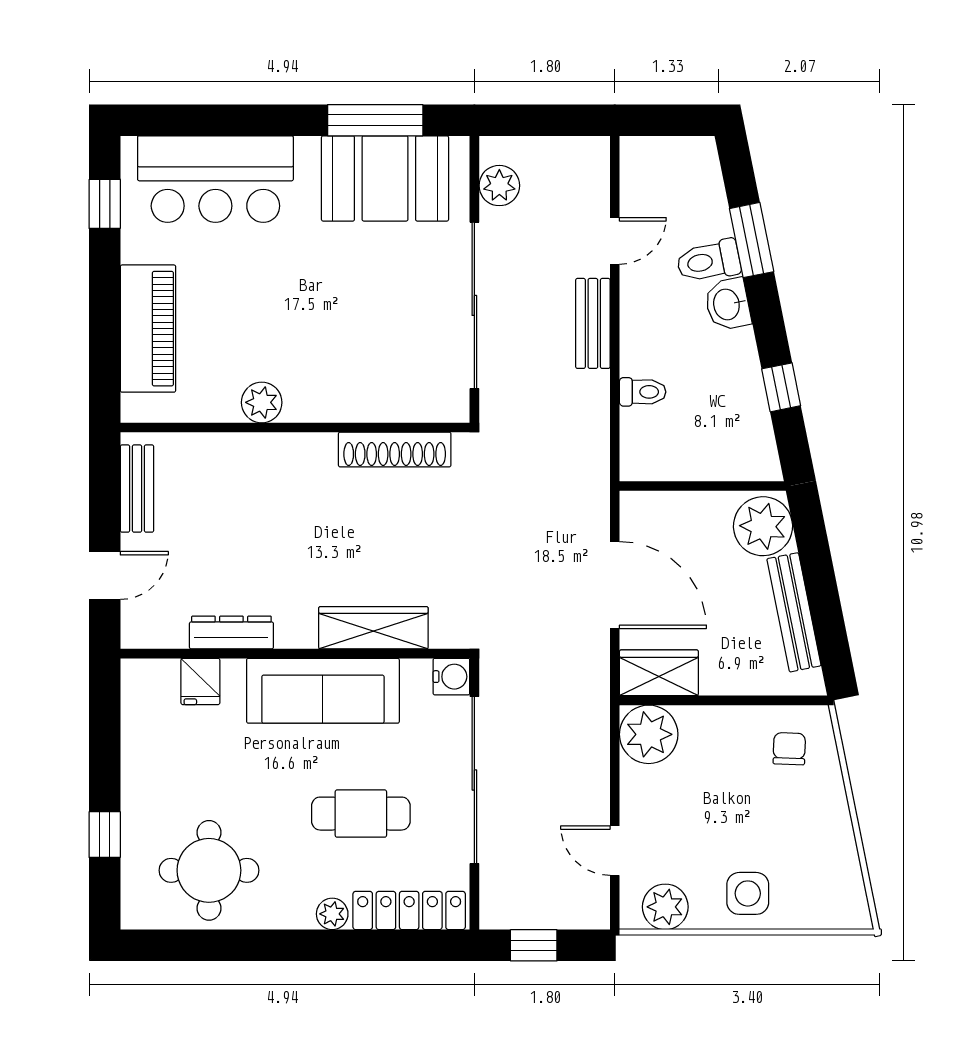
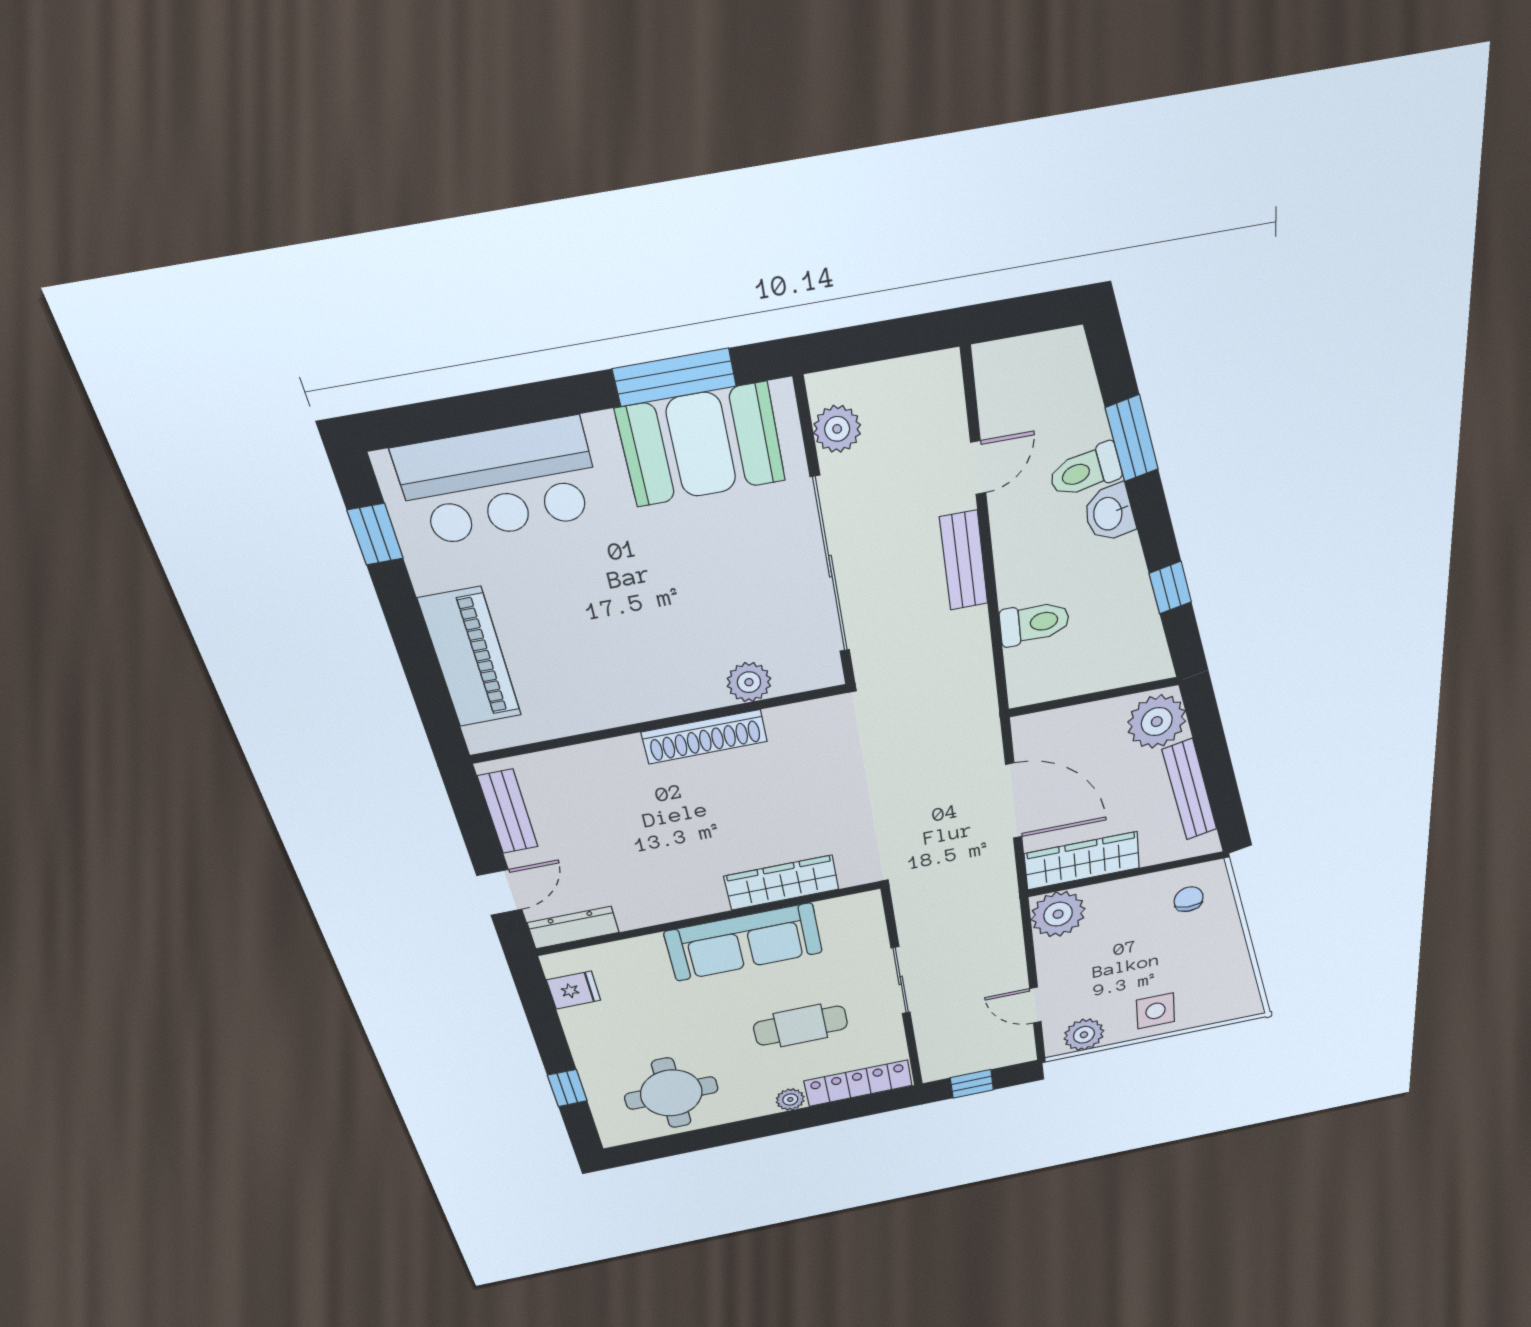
toilet: (643, 392) -> (1034, 623), width x1.37, depth x1.39
plant: (262, 402) -> (749, 682), moved
shoe rack: (395, 449) -> (704, 737), moved
dresser: (231, 632) -> (573, 928), moved
wardrobe: (659, 673) -> (1082, 861), width x1.50
water cooler: (451, 677) -> (865, 907), removed
fridge: (200, 681) -> (574, 990), moved, turned -90
sliding door: (474, 780) -> (901, 980), width x0.54

